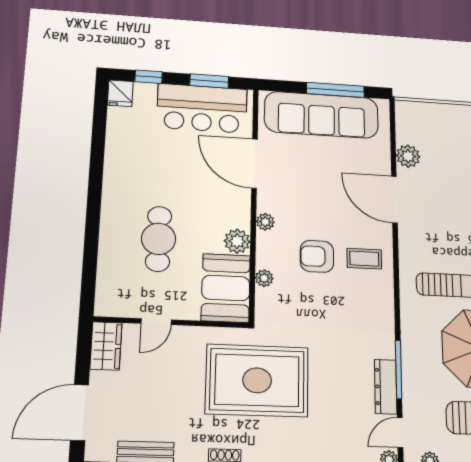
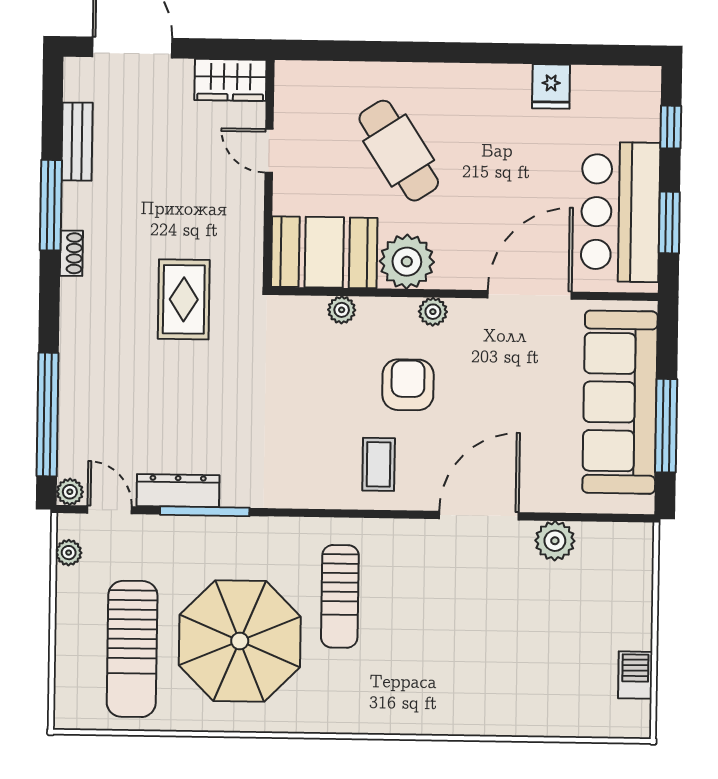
fridge: (120, 93) -> (551, 86), moved, turned -90
cafe table: (159, 239) -> (399, 151), turned 57
plant: (237, 241) -> (407, 262), width x1.36, depth x1.36
armchair: (317, 256) -> (408, 385), moved
rug: (257, 380) -> (184, 299), width x0.54, depth x0.49

